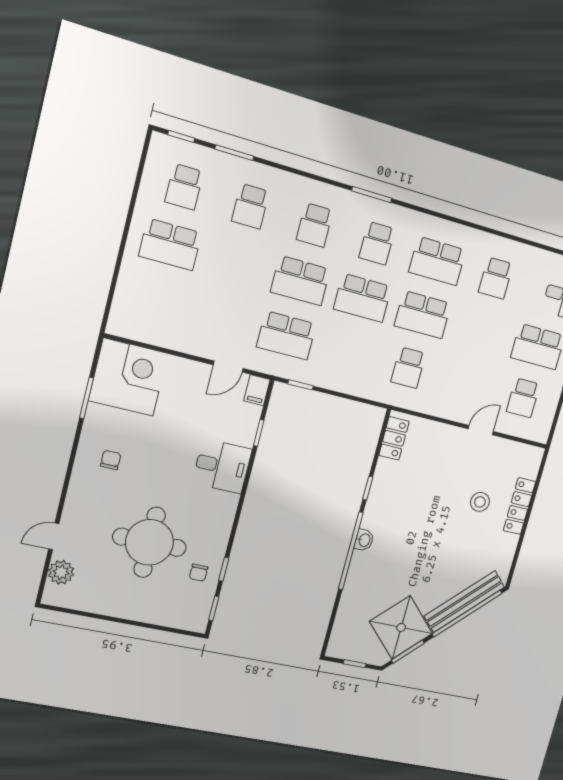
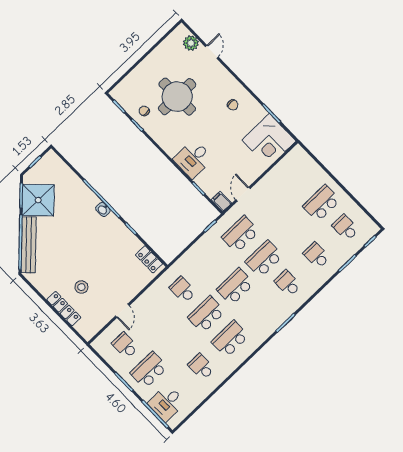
school desk: (377, 243) -> (259, 311), removed

